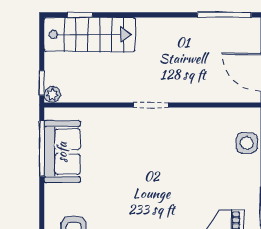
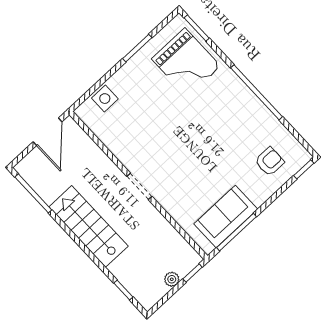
stairs: (90, 34) -> (89, 226), moved
plant: (52, 94) -> (172, 279), moved

